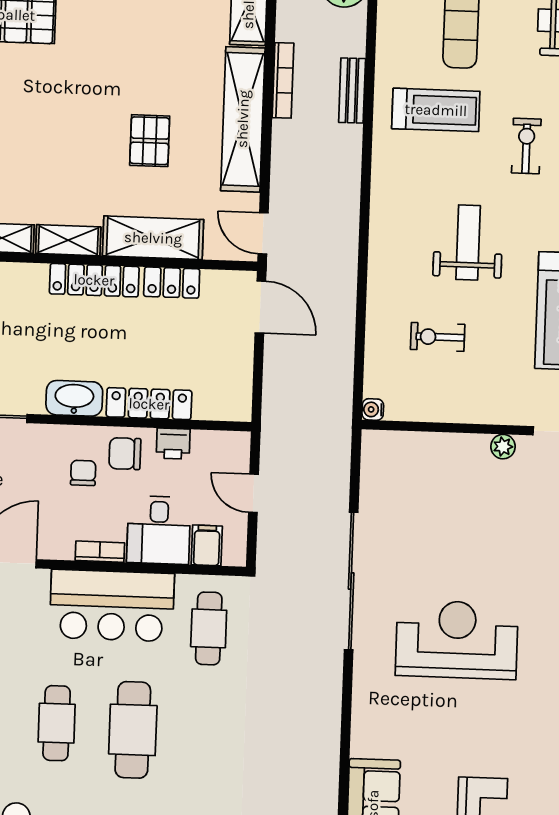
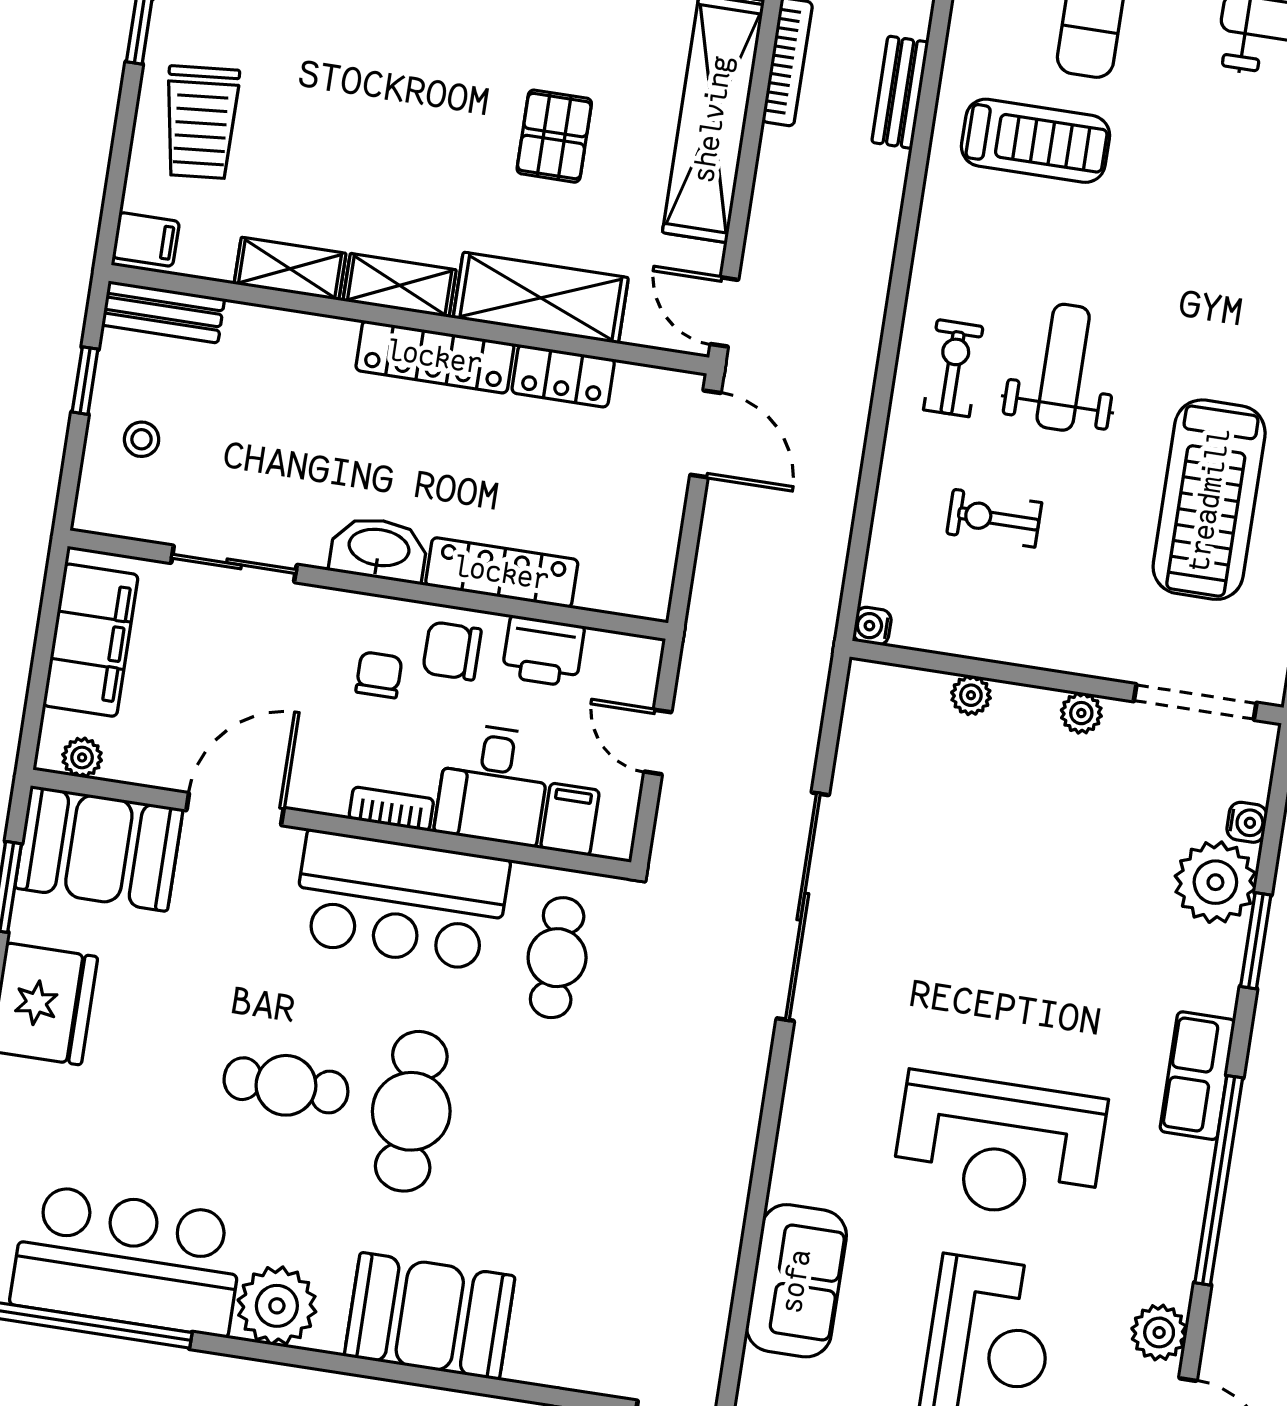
exercise bike: (526, 146) -> (953, 368), moved
printer: (173, 444) -> (543, 651), width x1.36, depth x1.24
plant: (436, 444) -> (971, 695), added
reception desk: (457, 640) -> (999, 1147), moved, turned 180
cafe table: (57, 723) -> (286, 1085), turned 90

